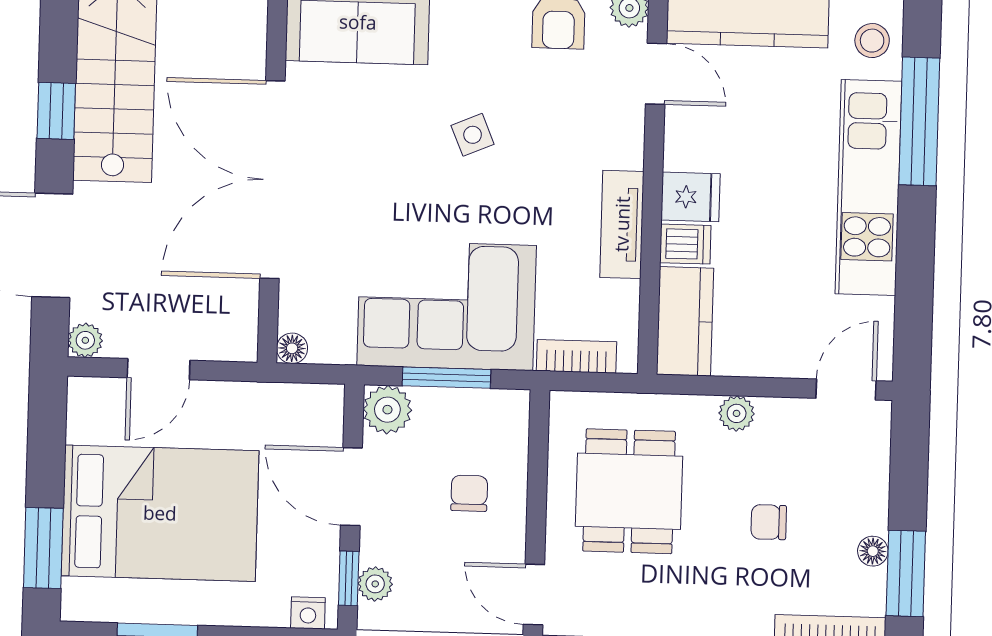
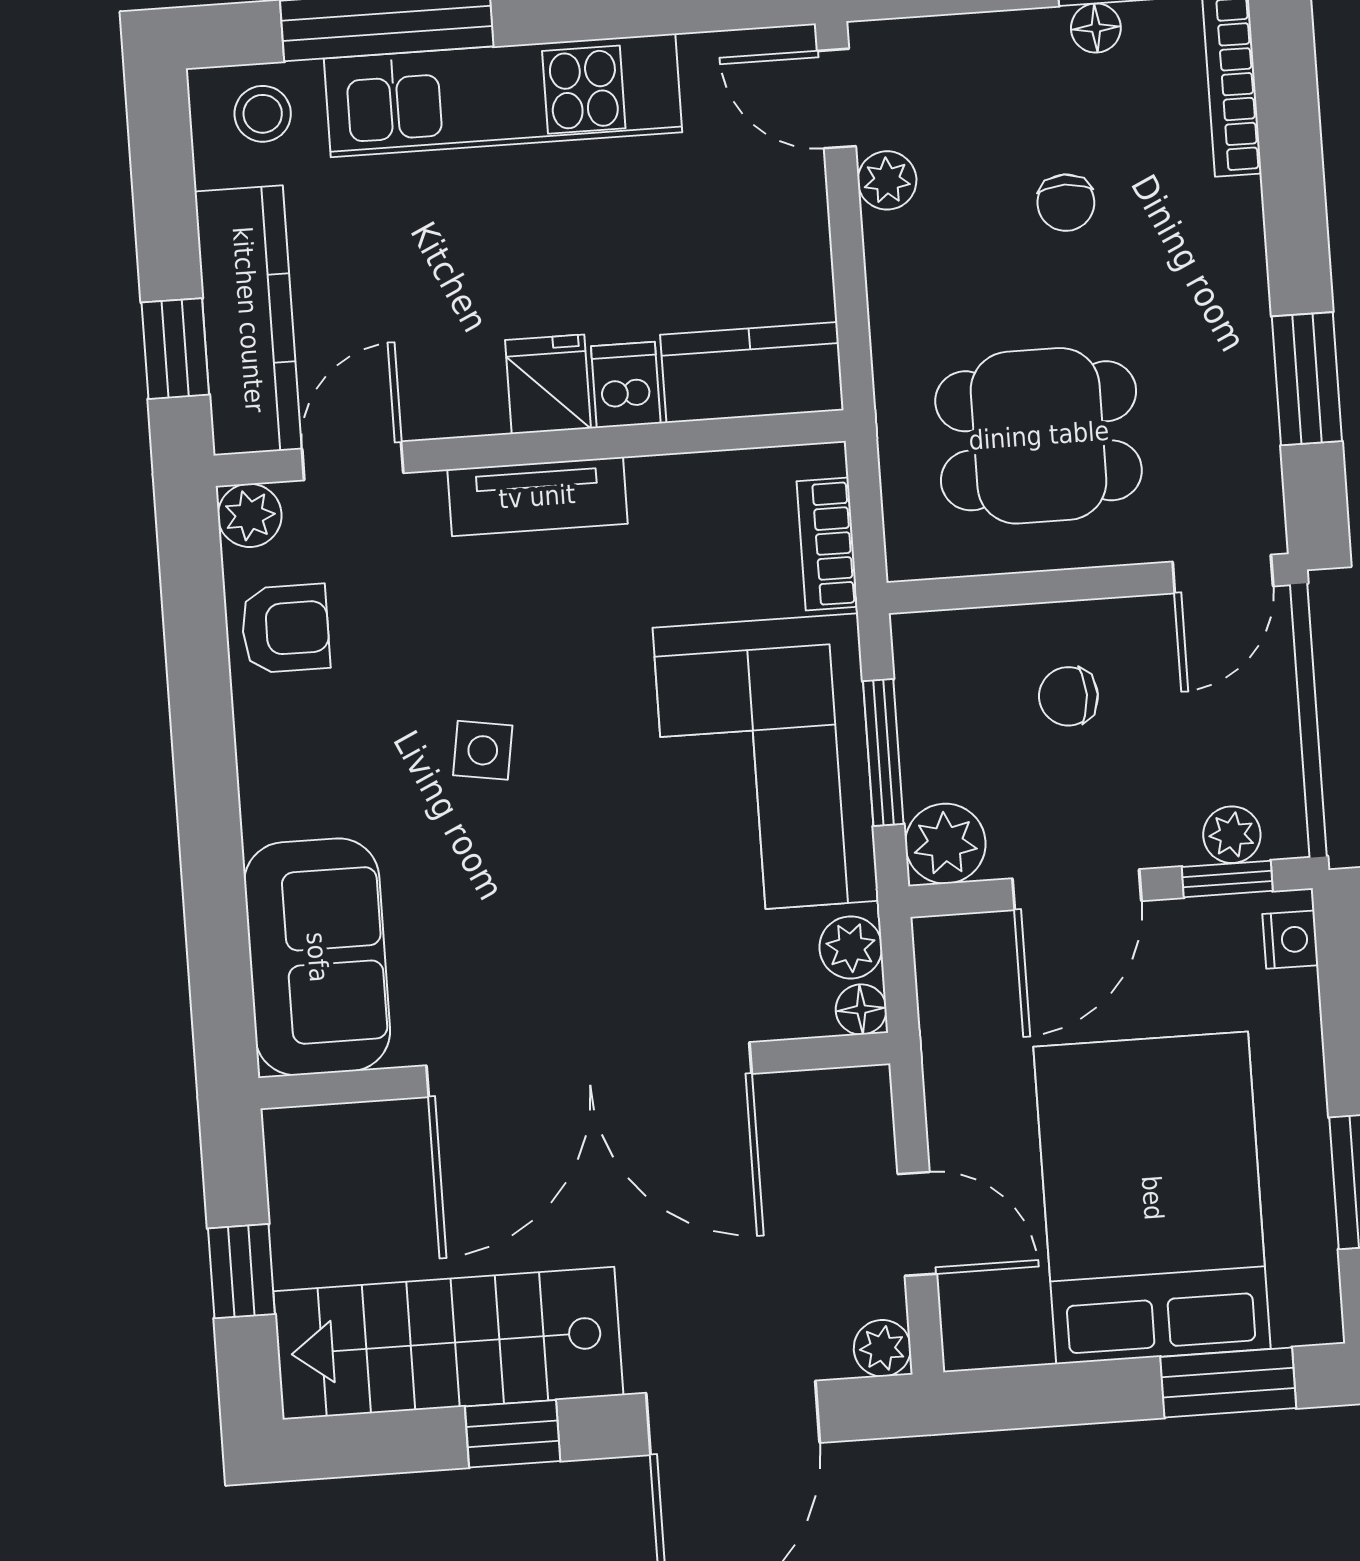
side table: (473, 135) -> (483, 750), turned 32
tv unit: (622, 224) -> (537, 497), moved
plant: (330, 346) -> (851, 947), added
plant: (737, 413) -> (887, 180), moved

